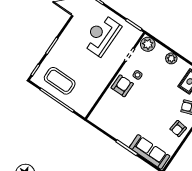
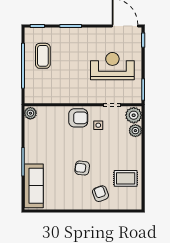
plant: (171, 58) -> (135, 131), moved
coffee table: (60, 81) -> (43, 56), width x0.73, depth x0.76
plant: (95, 118) -> (30, 113), added
armchair: (178, 129) -> (82, 168), moved

